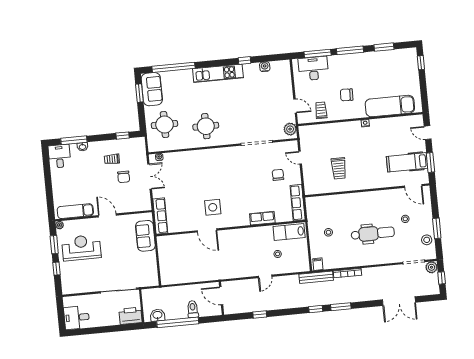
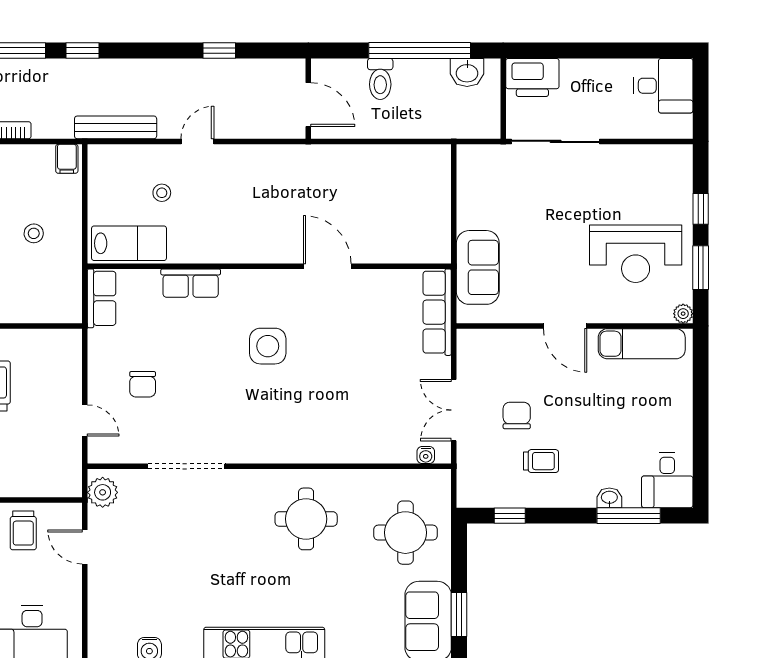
row of seats: (298, 203) -> (102, 298), width x0.68
side table: (213, 207) -> (268, 346), moved
bench: (316, 277) -> (116, 127), moved

